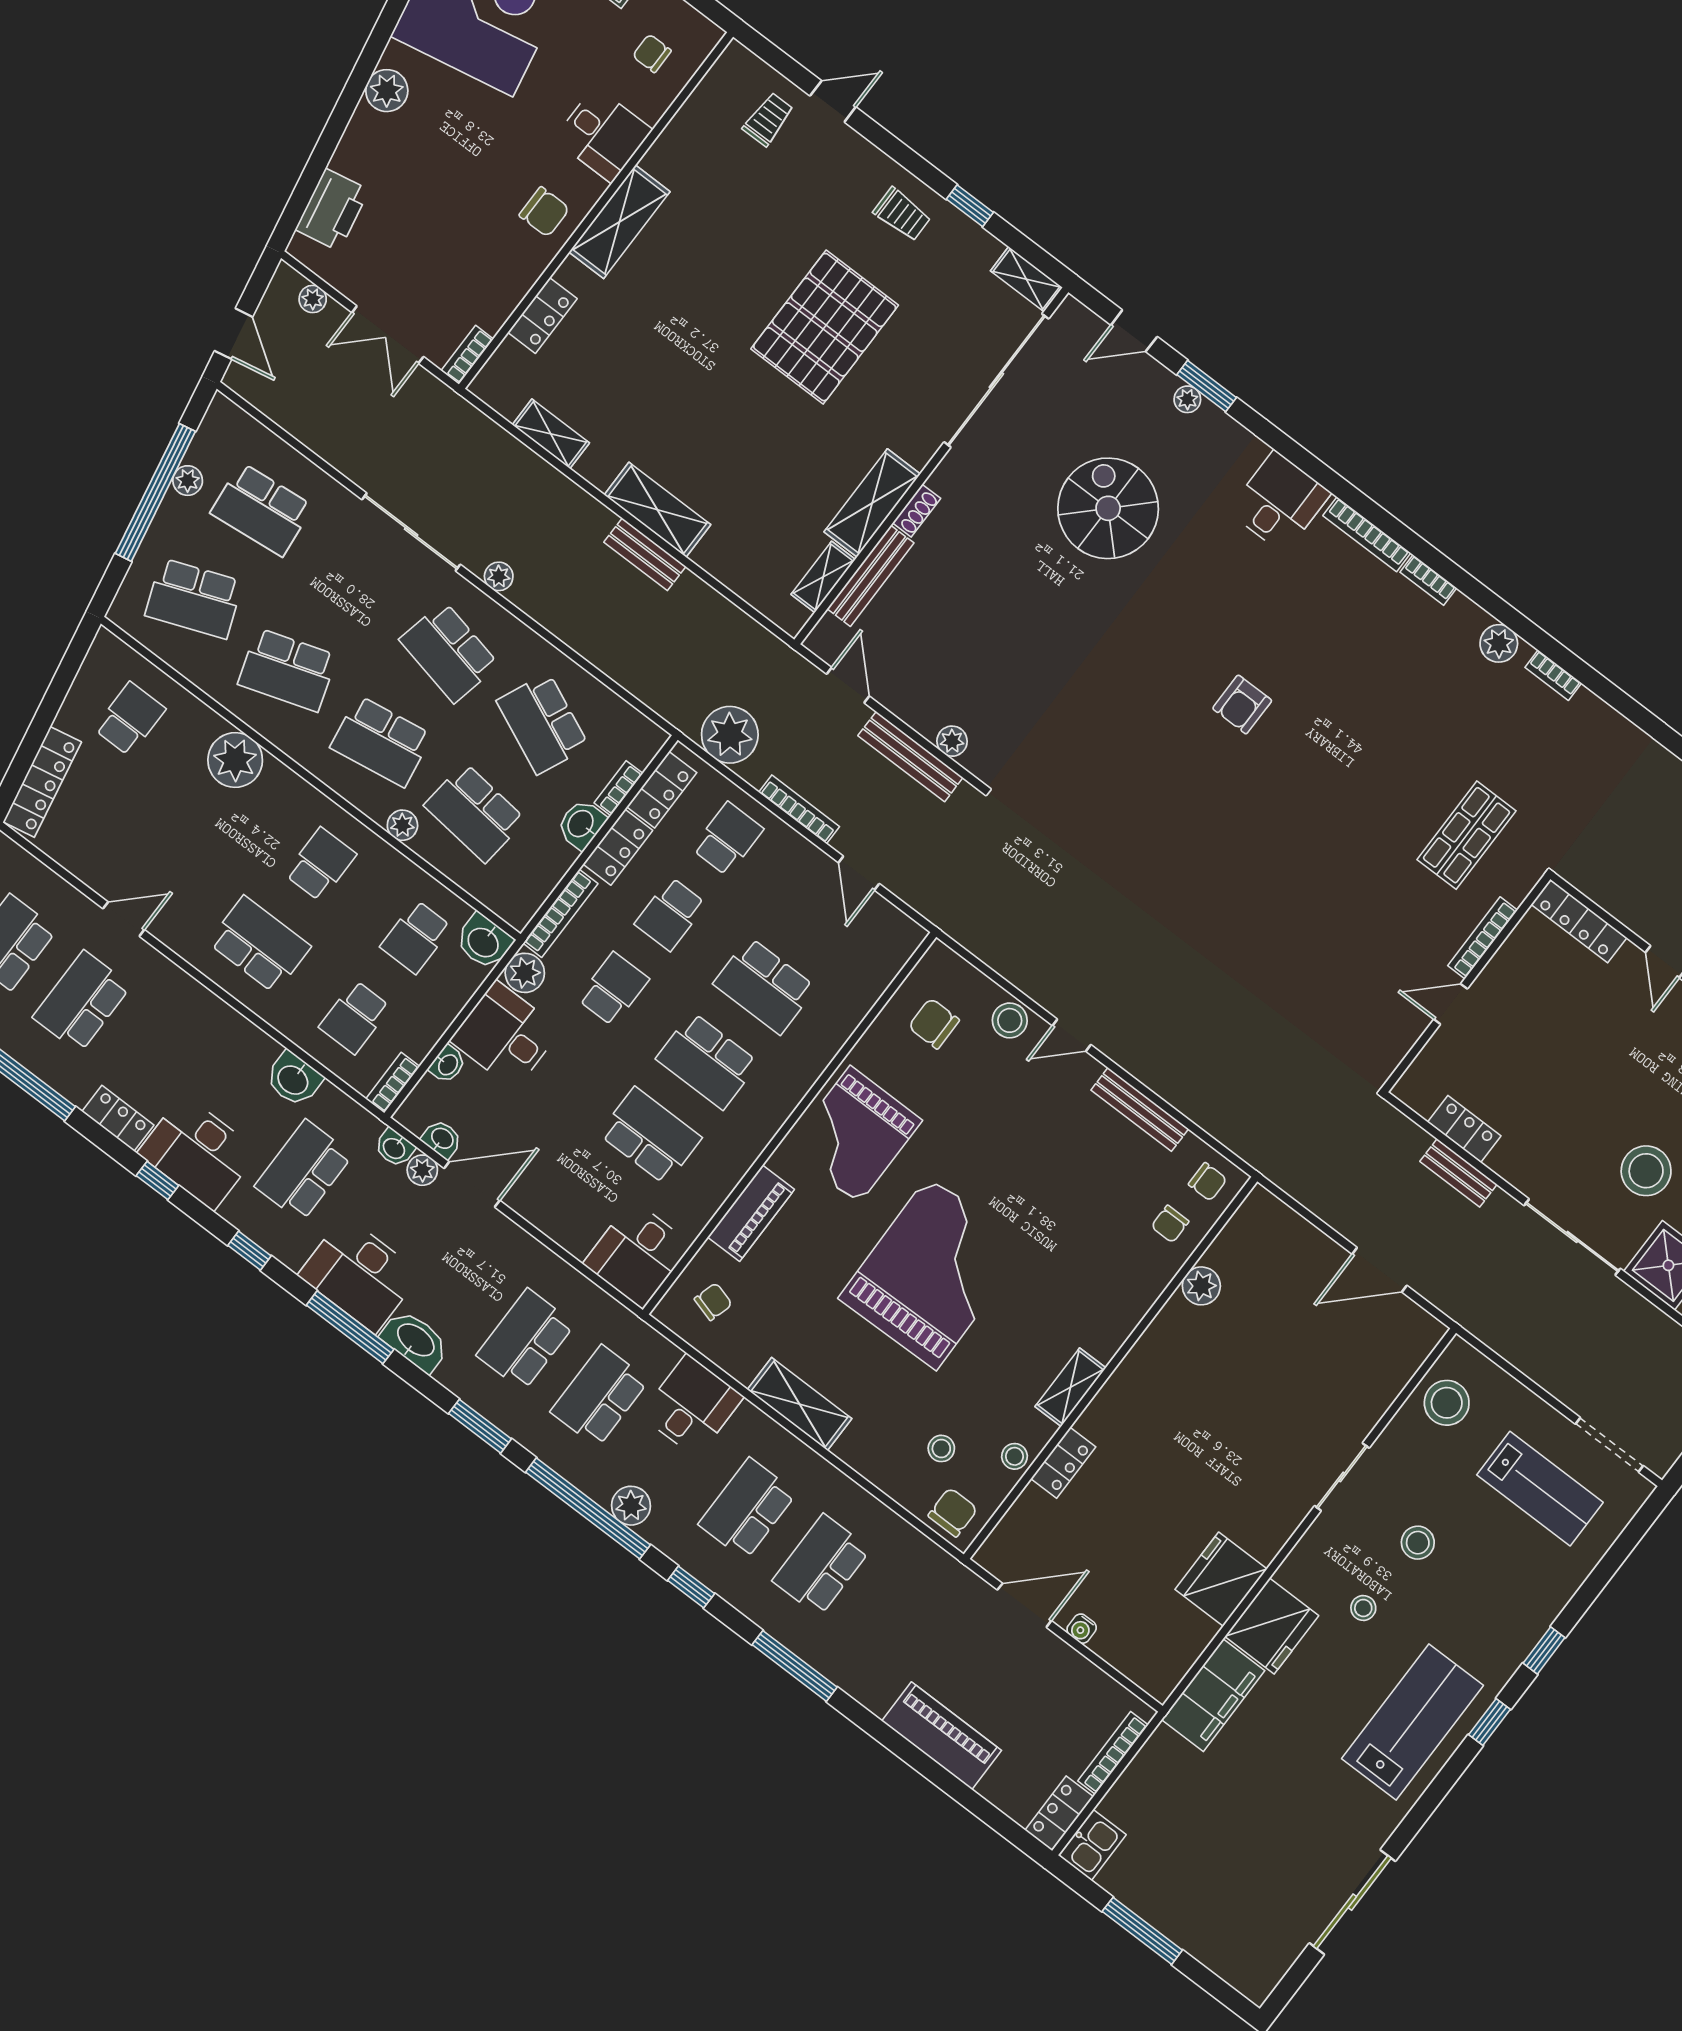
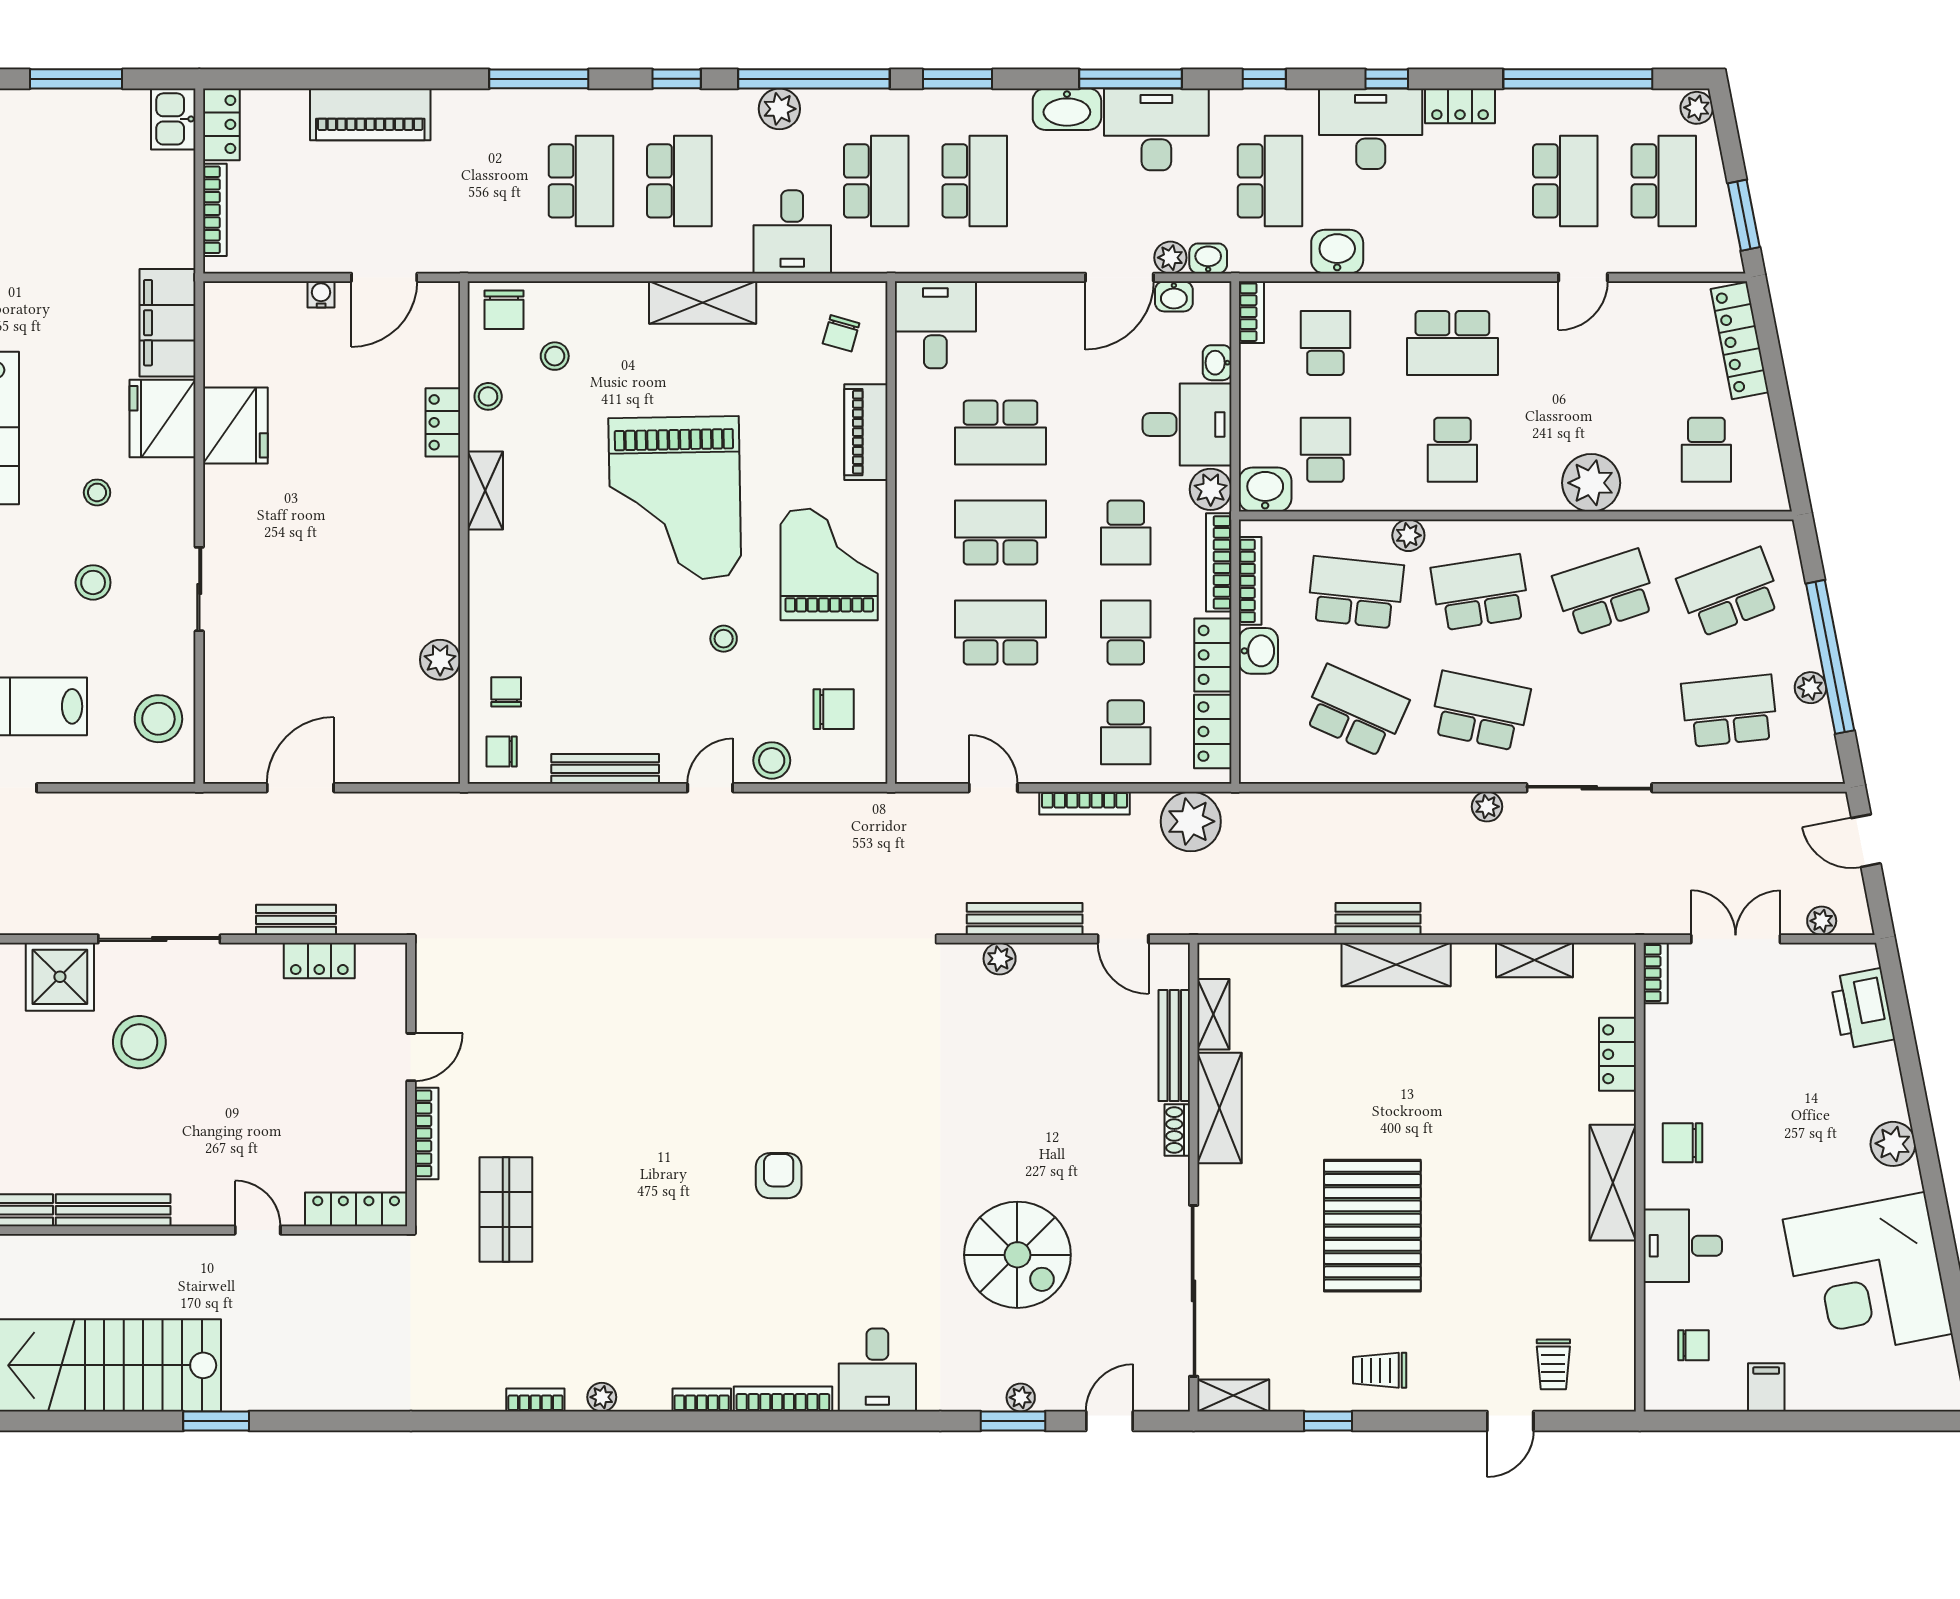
plant: (1499, 643) -> (602, 1397), width x0.73, depth x0.73
bookcase: (618, 788) -> (1250, 581), moved, width x1.56
stool: (976, 1140) -> (724, 639), added

